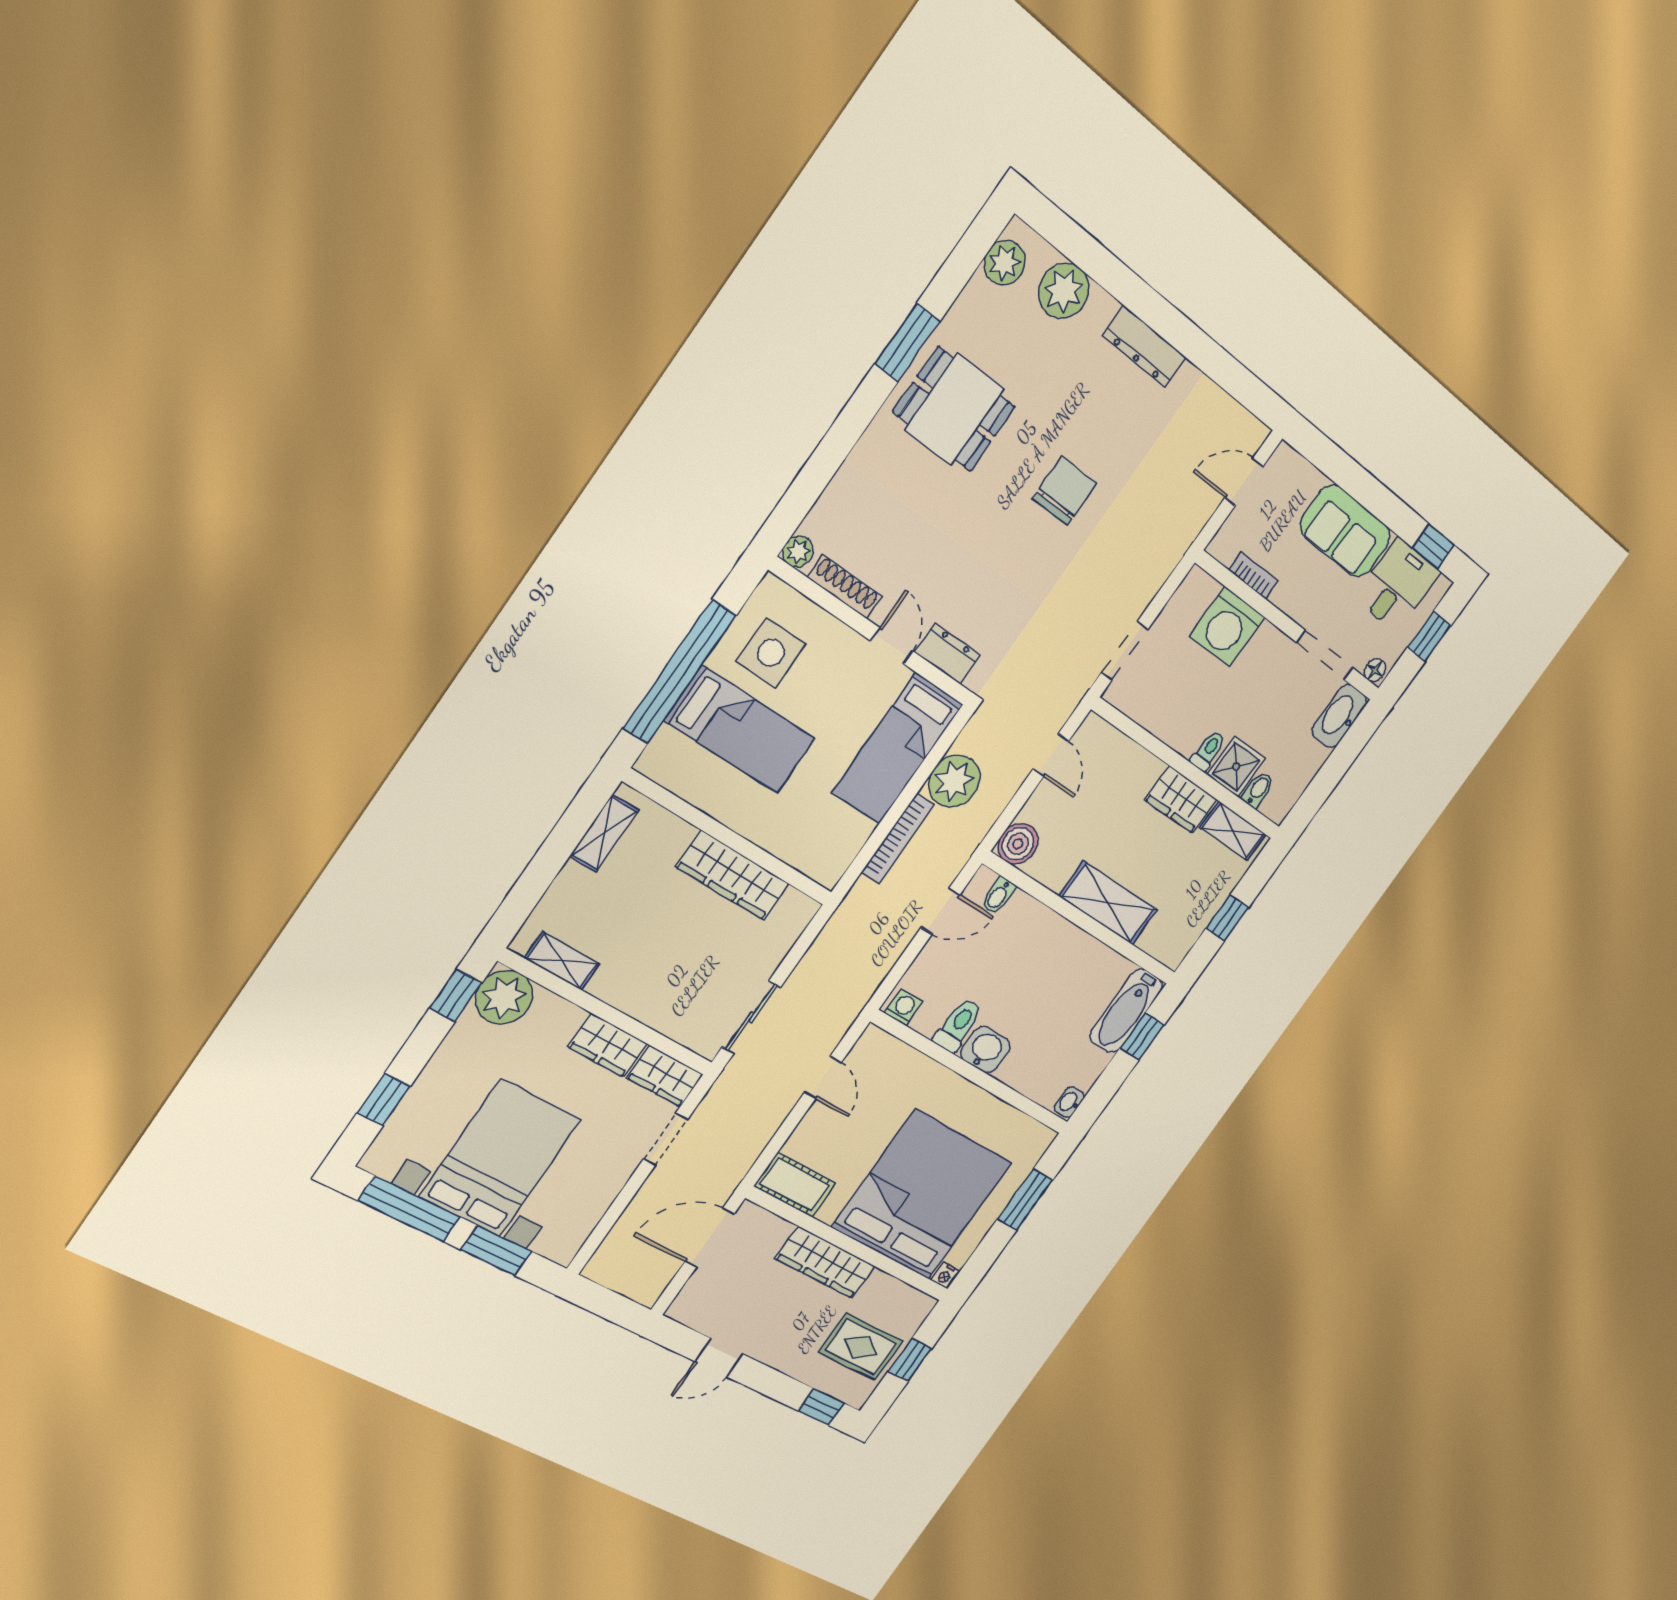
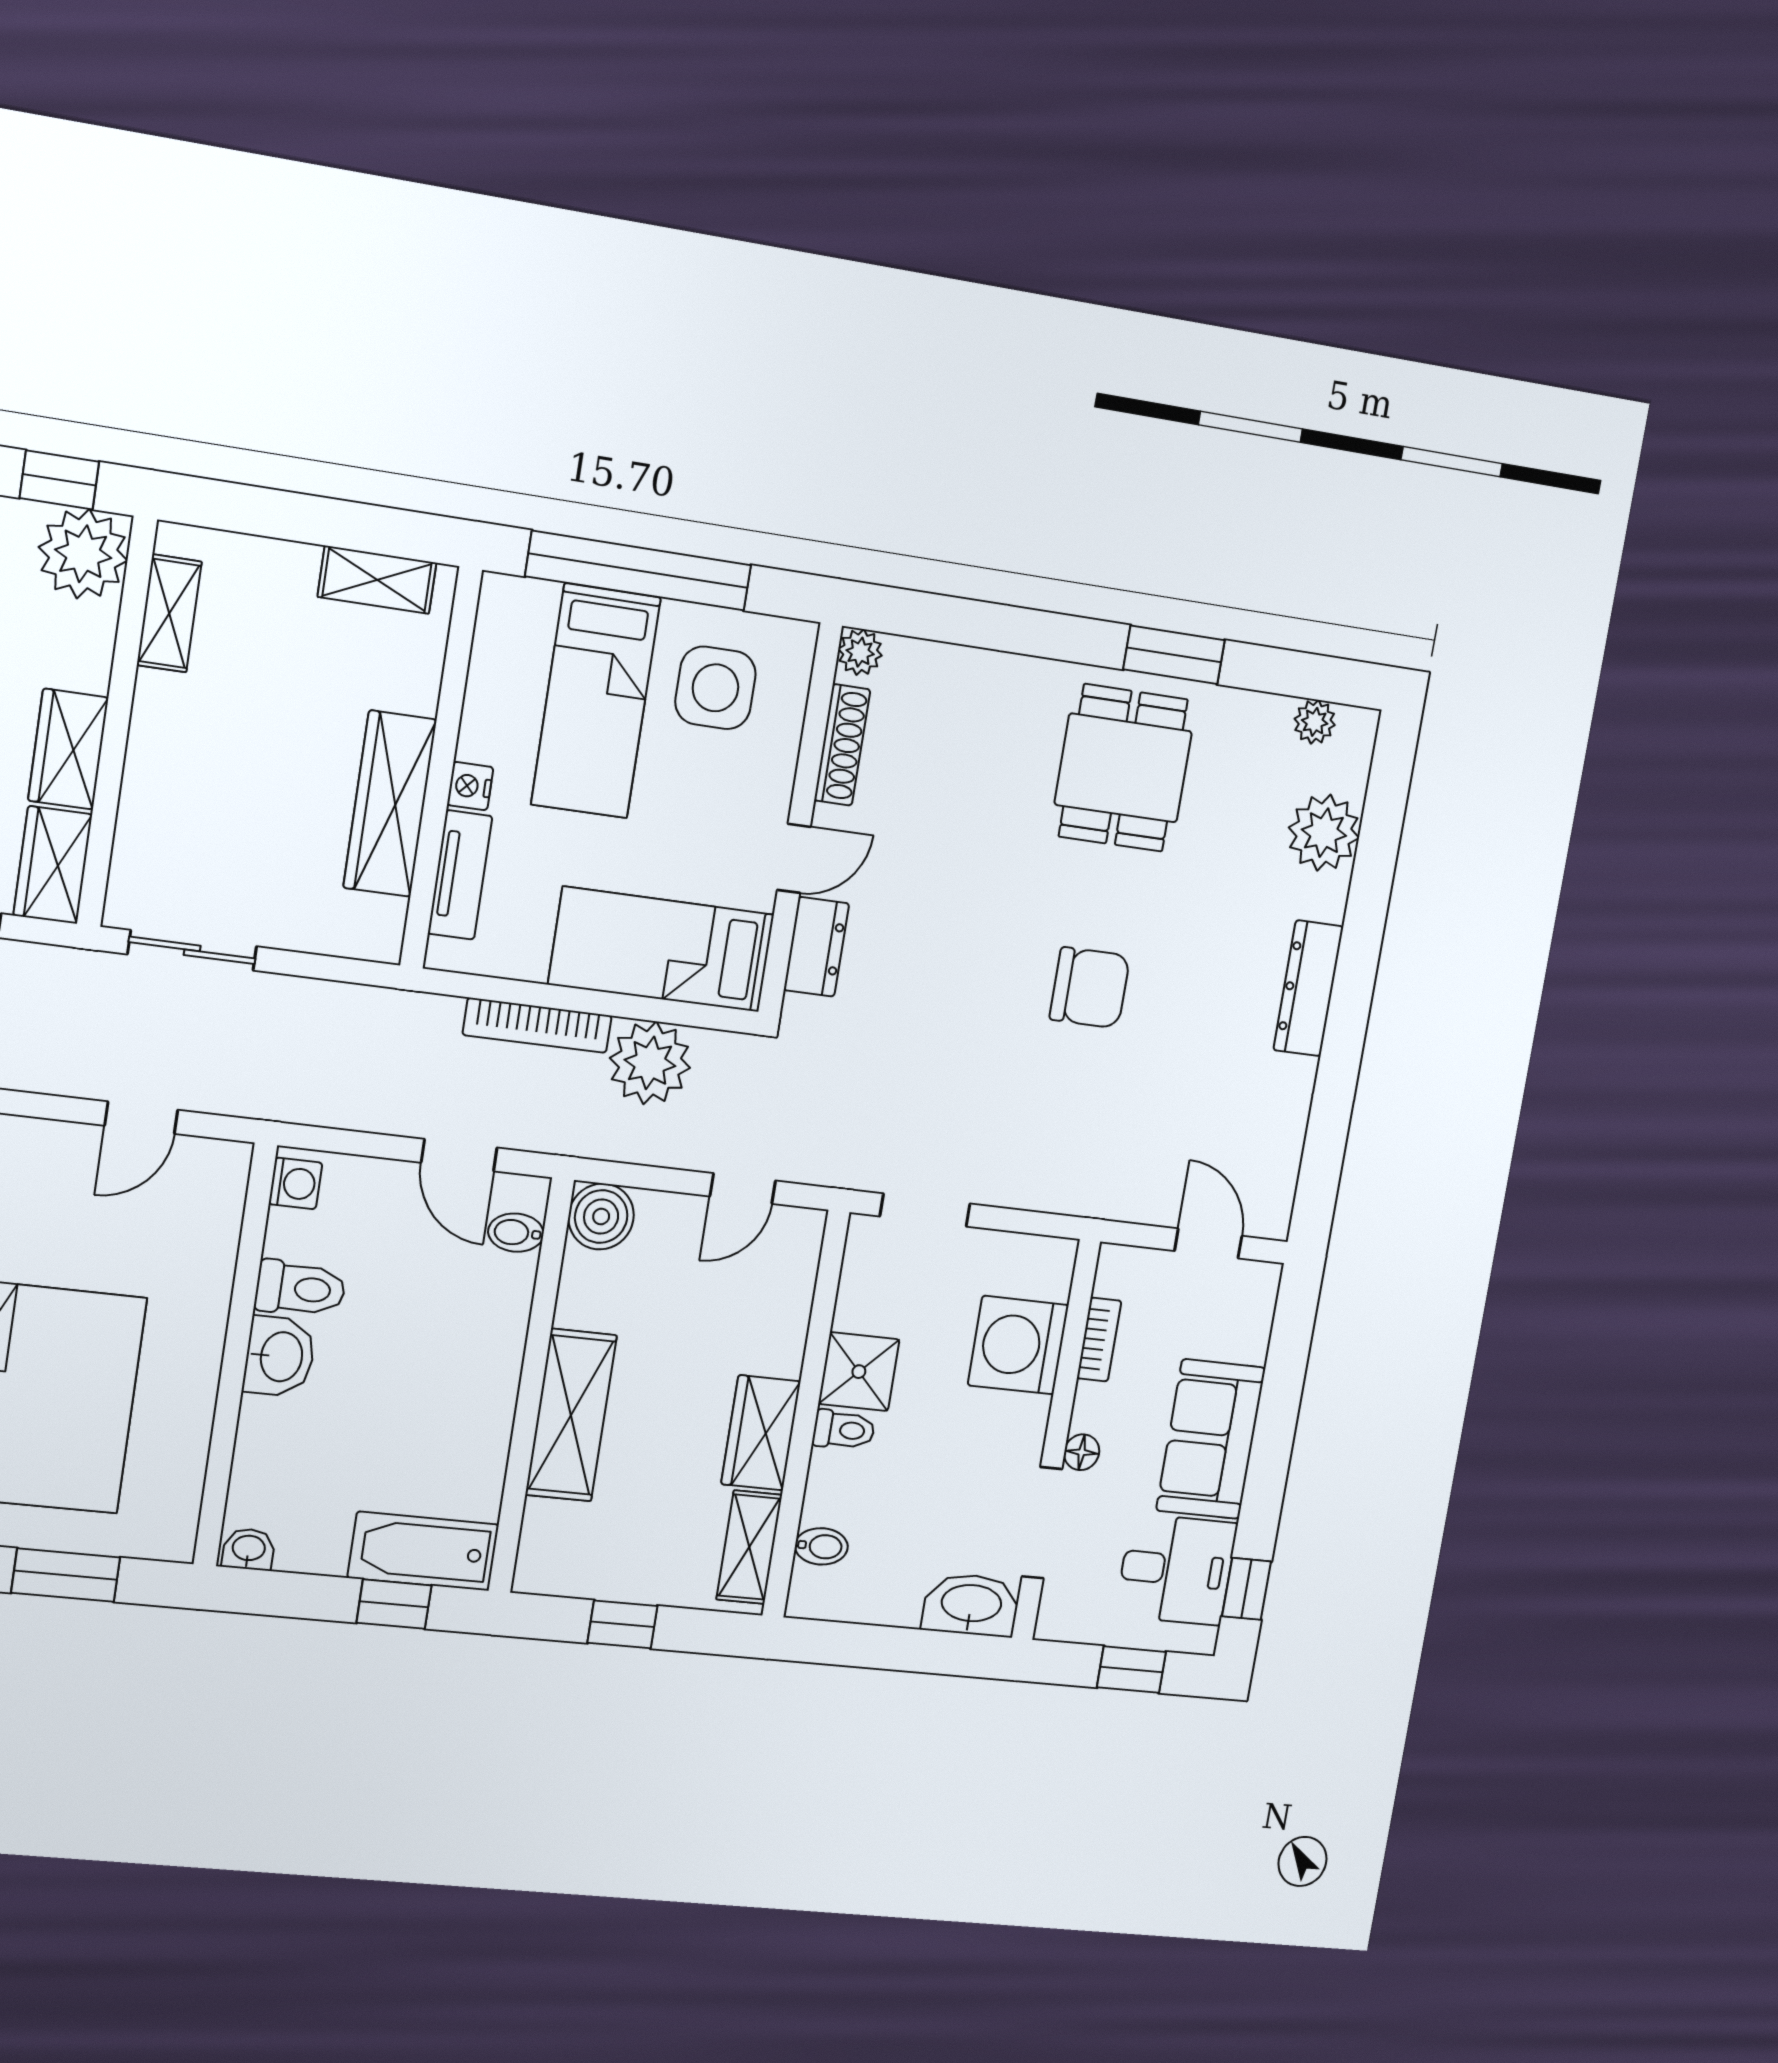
plant: (1005, 263) -> (1315, 722), width x0.73, depth x0.73
floor lamp: (1375, 670) -> (1082, 1452), moved
shower: (1236, 767) -> (859, 1372), moved
nightstand: (748, 825) -> (470, 786), added
tv unit: (793, 850) -> (460, 875), added

